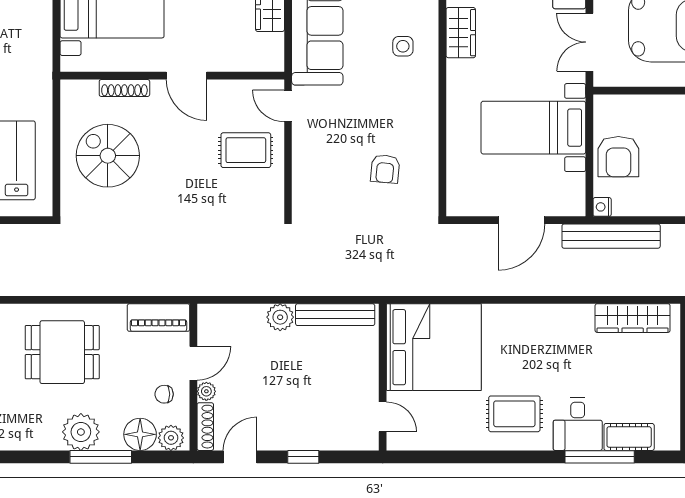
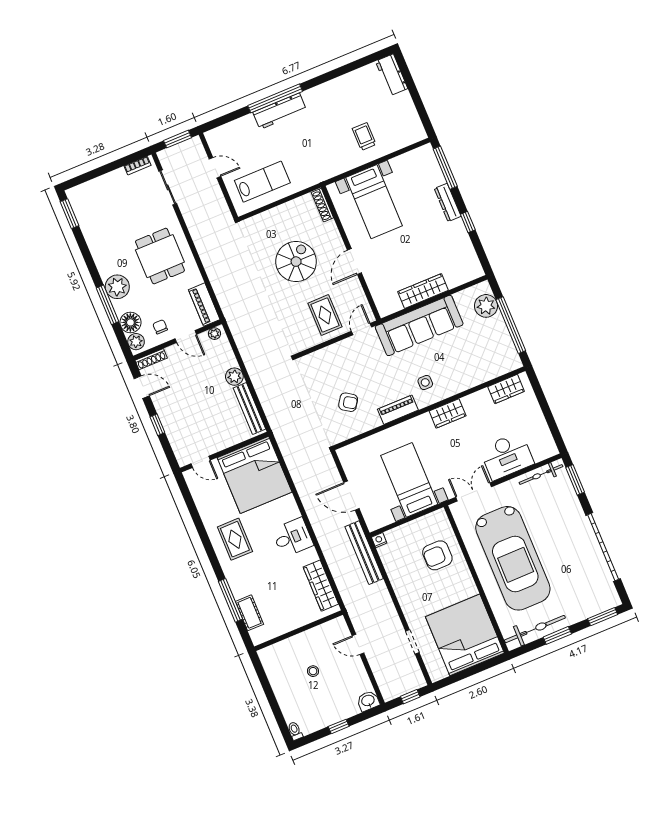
shoe rack: (124, 88) -> (322, 205), moved
piano: (426, 102) -> (398, 410), added
spiral stairs: (108, 156) -> (296, 262), moved
armchair: (618, 157) -> (437, 555), moved
armchair: (385, 169) -> (348, 402), turned -151
plant: (206, 391) -> (214, 334), moved
door: (383, 417) -> (201, 462), hinge flipped
desk: (578, 424) -> (293, 537), moved, turned 180

